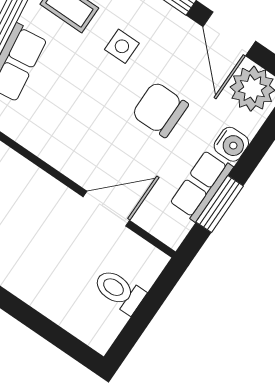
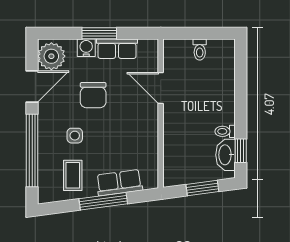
window: (220, 204) -> (99, 33), moved
toilet: (119, 291) -> (200, 50), width x0.73, depth x0.72

